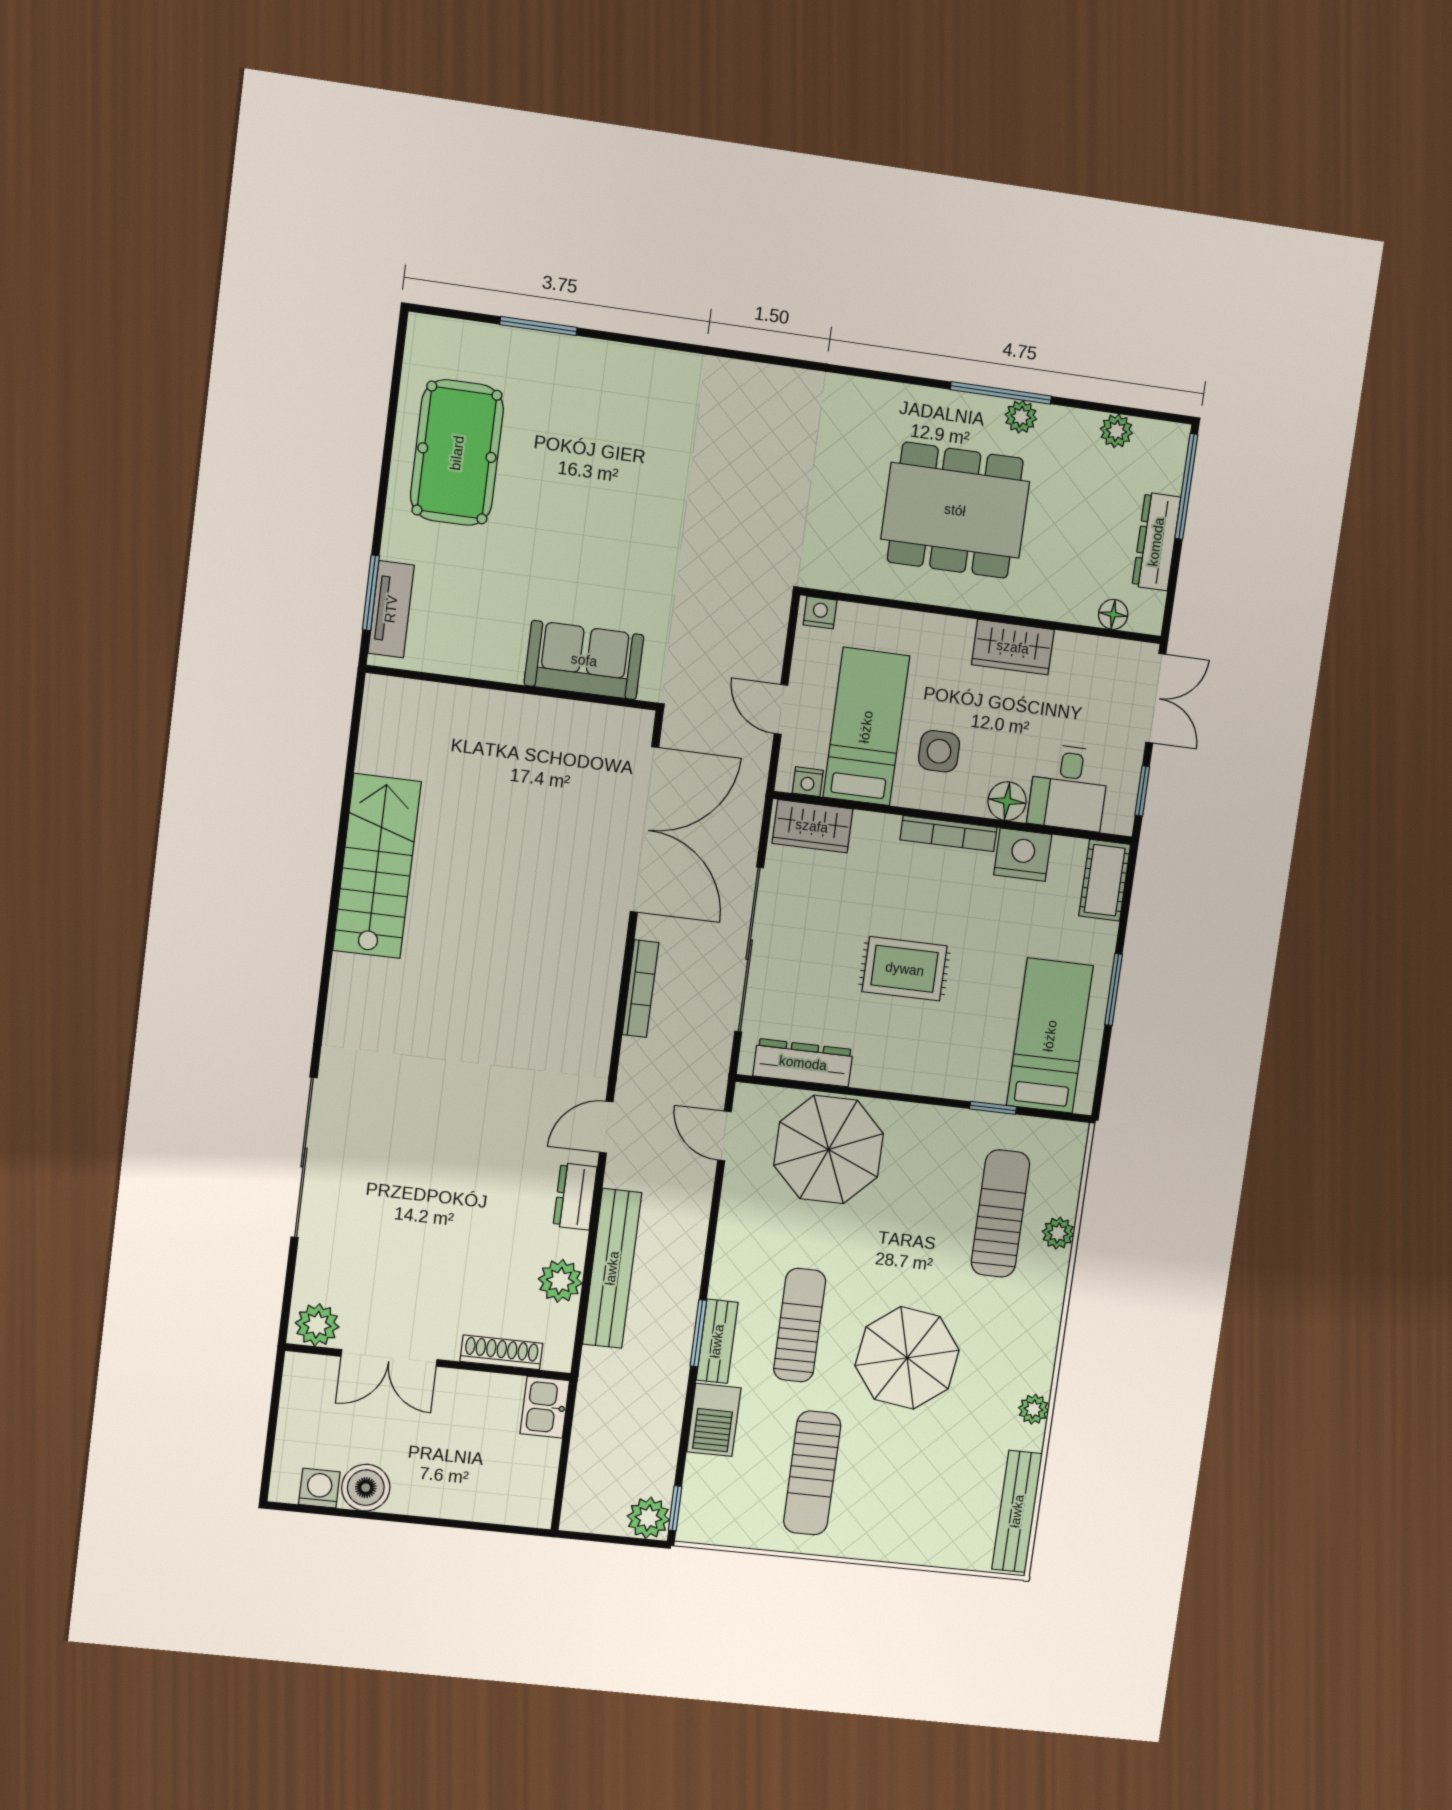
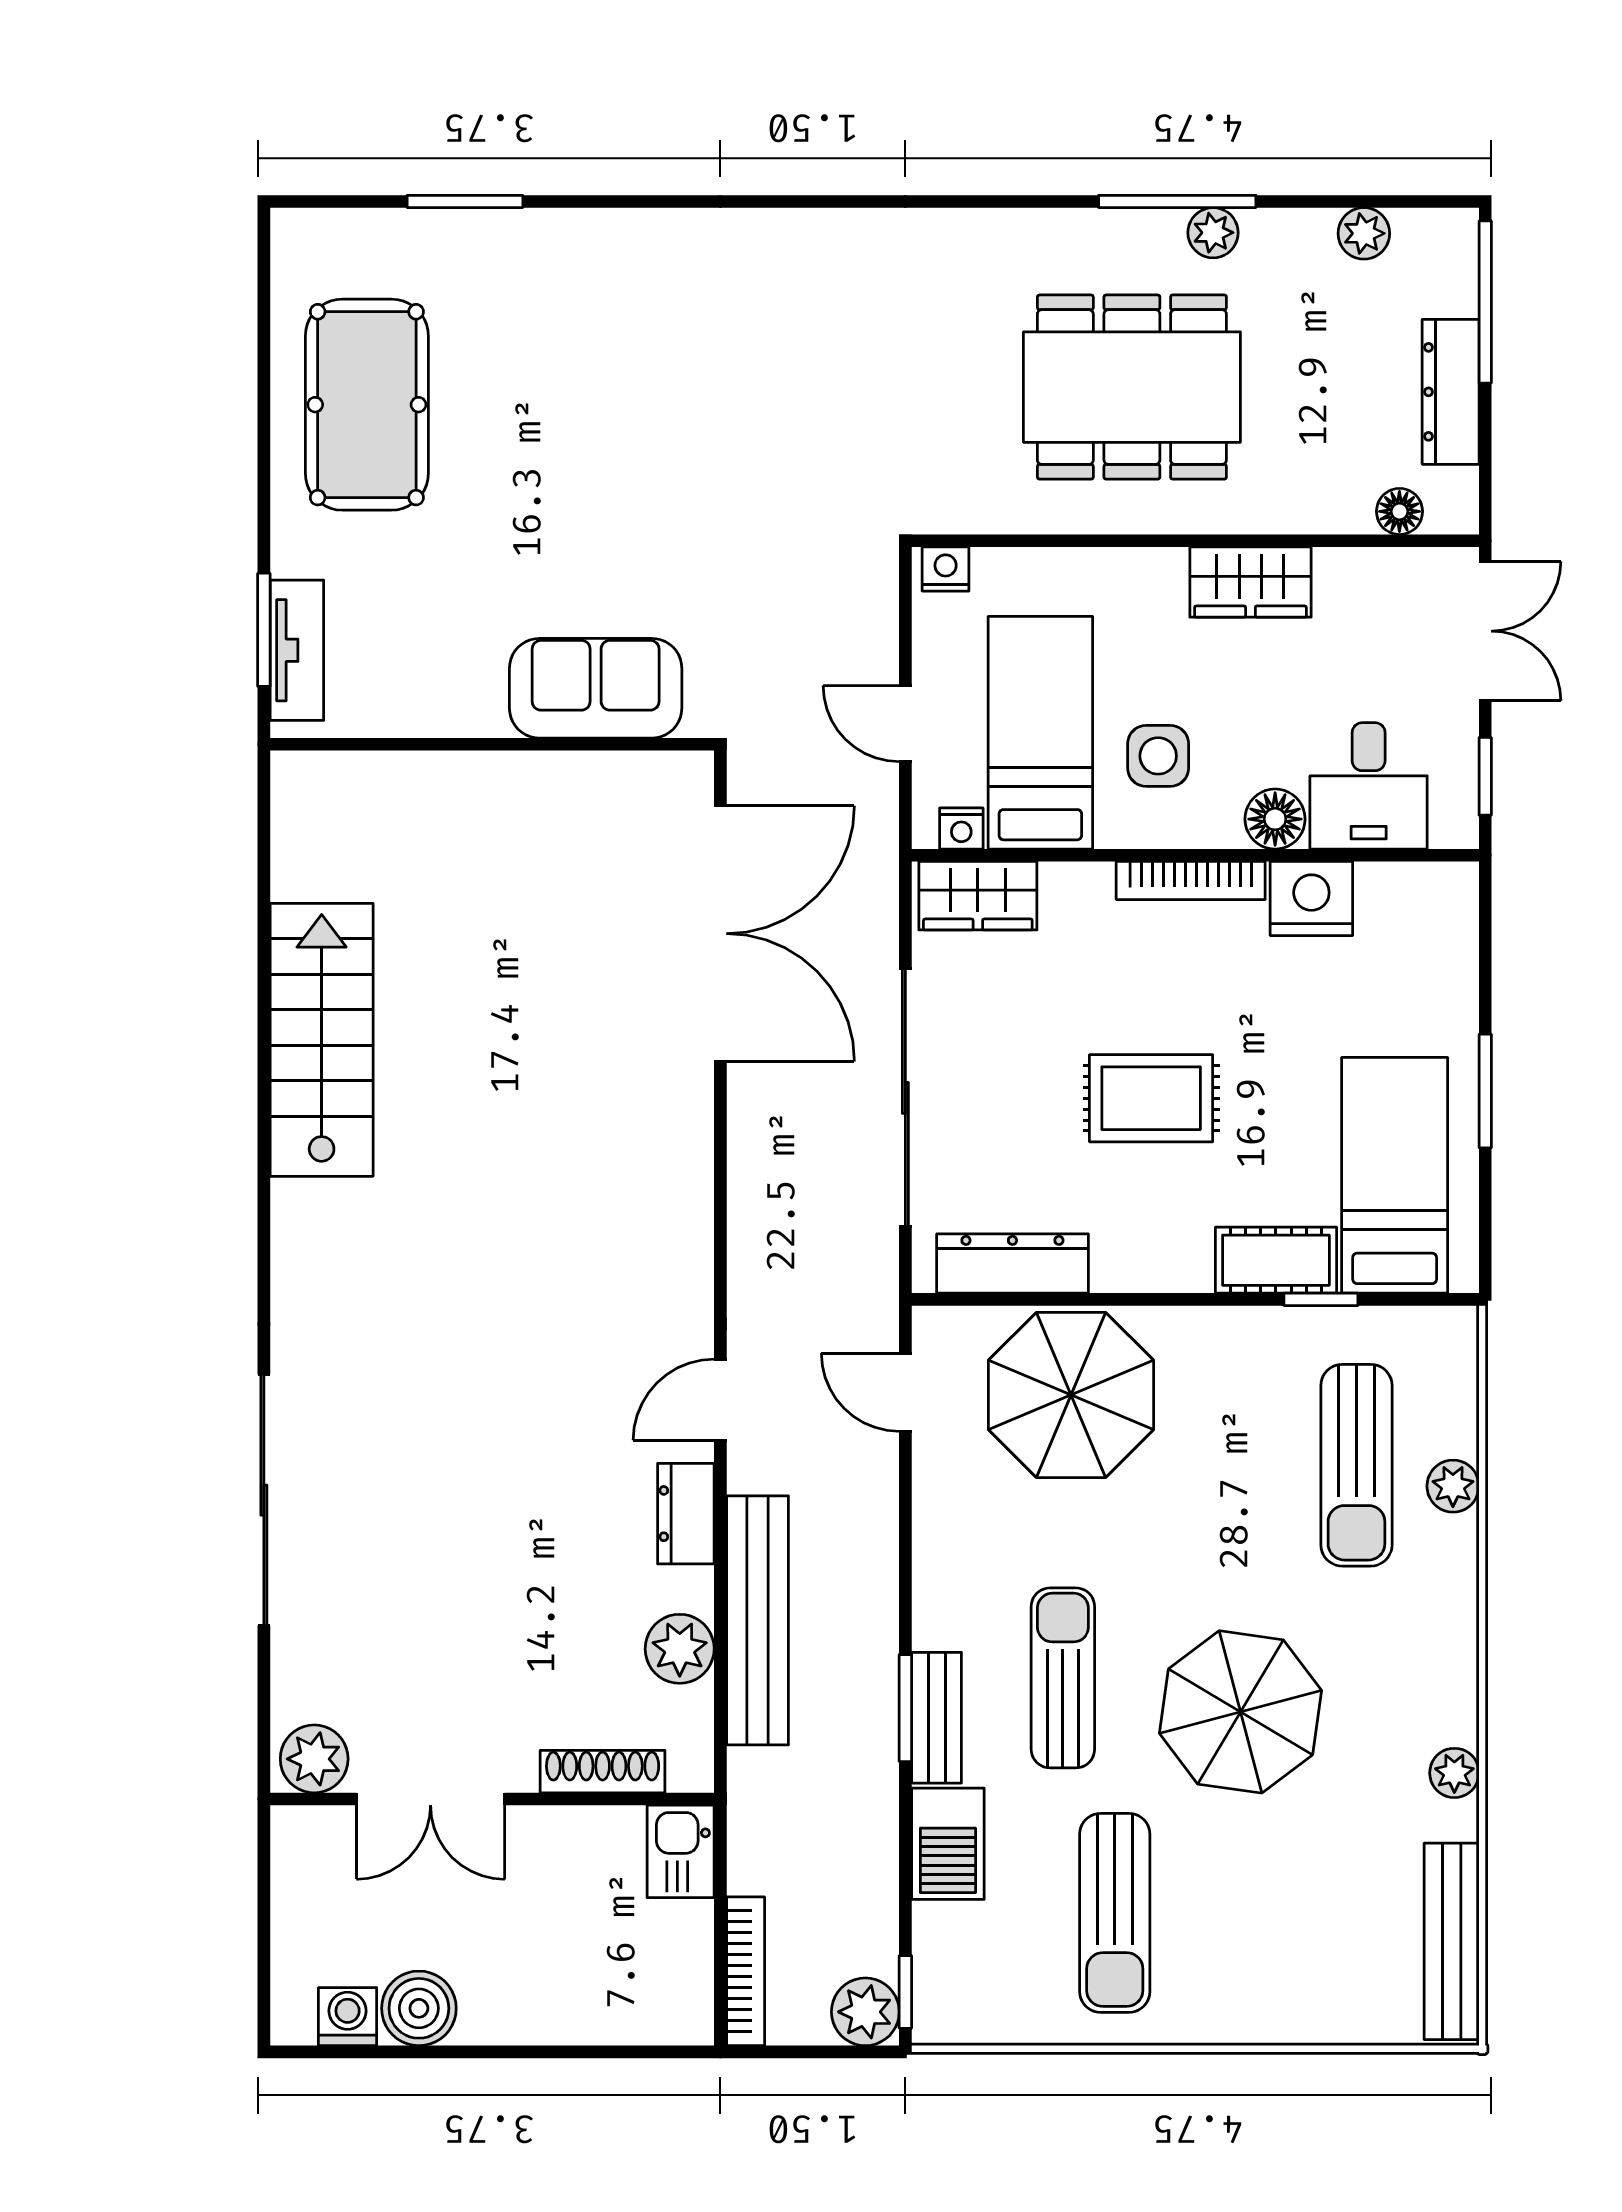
cot: (1105, 880) -> (1276, 1260), moved, turned 90
bookcase: (640, 989) -> (746, 1971), moved
sun lounger: (1000, 1213) -> (1356, 1465), turned 180

